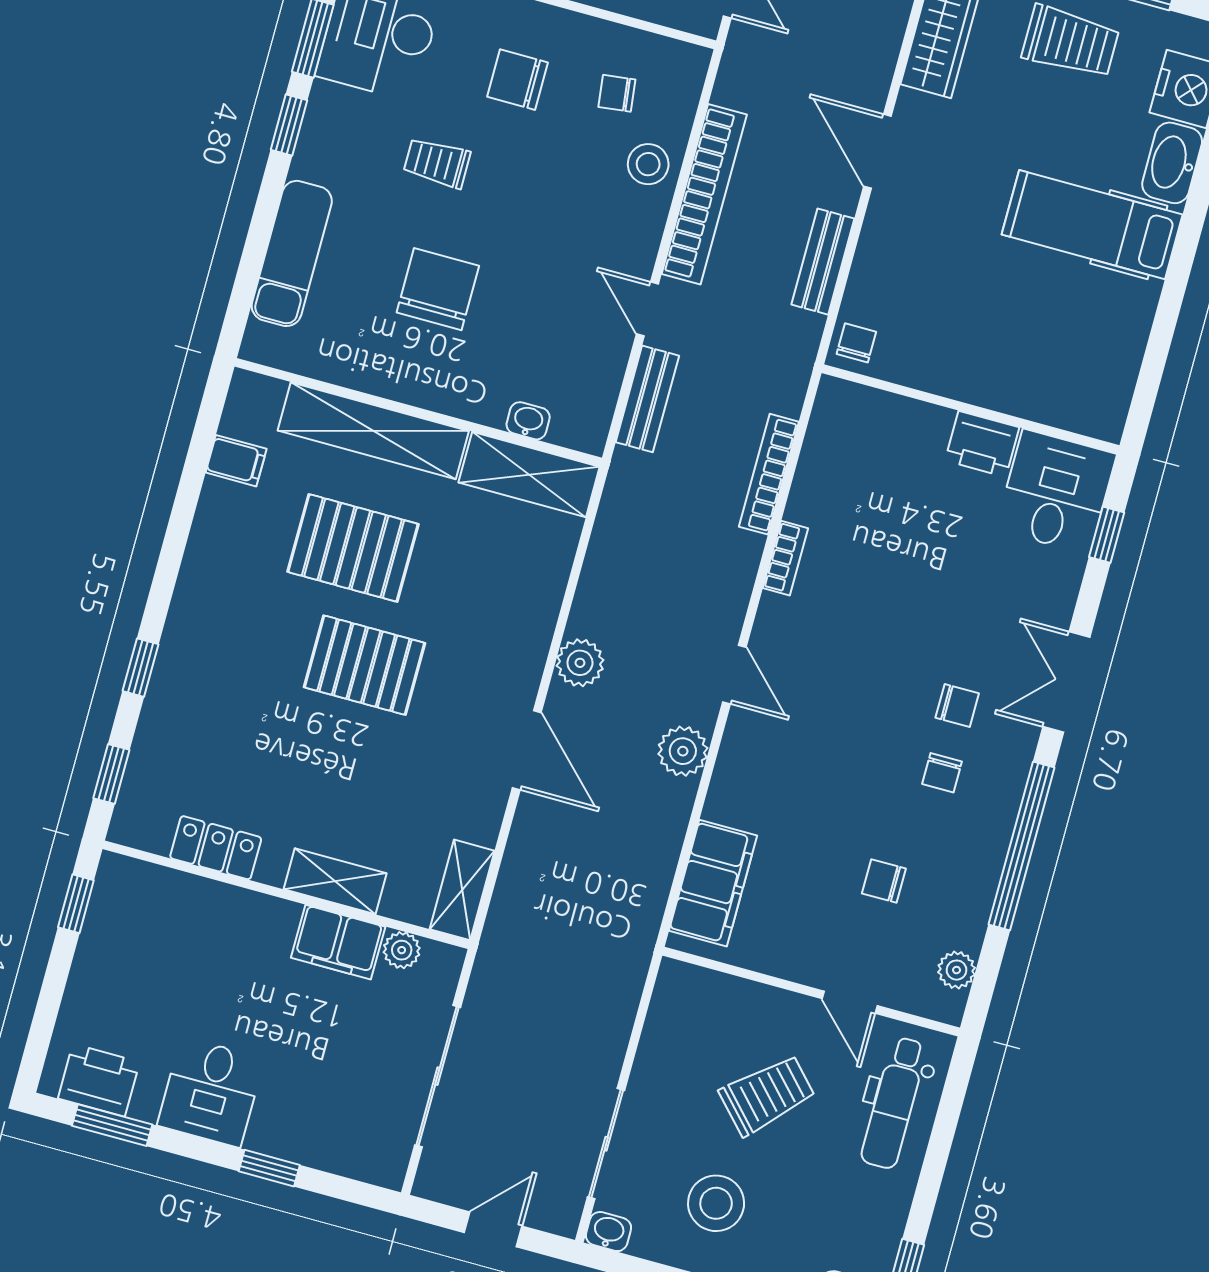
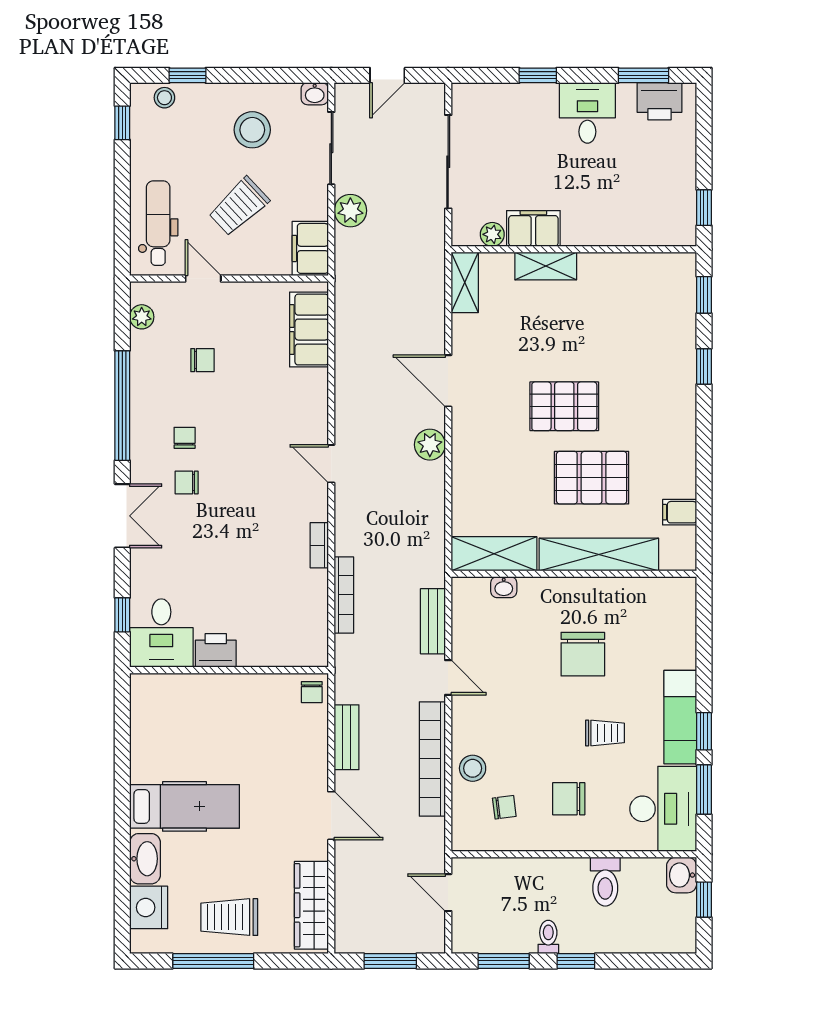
chair: (518, 80) -> (569, 799), turned 180
exam couch: (292, 253) -> (680, 717), moved
plant: (683, 751) -> (350, 211), moved
locker: (216, 848) -> (626, 267), removed
filing cabinet: (678, 1003) -> (310, 248), added

